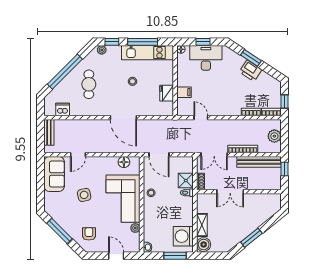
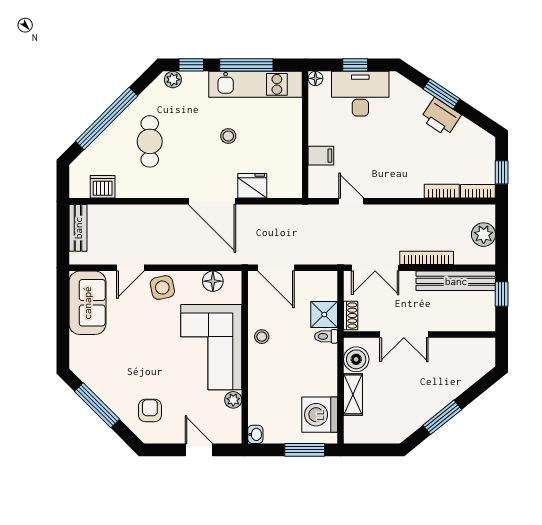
fridge: (167, 93) -> (252, 186), moved, turned 90
side table: (84, 195) -> (162, 288), moved
boiler: (204, 245) -> (356, 359), moved

